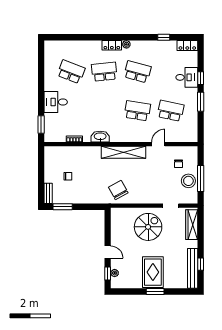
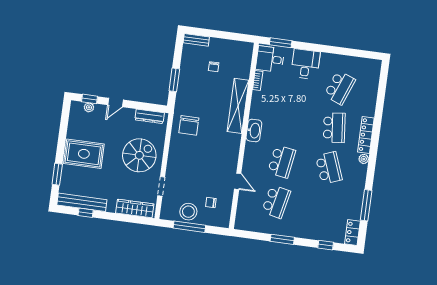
window: (164, 37) -> (366, 205), width x2.17
locker: (112, 45) -> (366, 135), width x1.53
school desk: (137, 72) -> (329, 168), turned -36
desk: (187, 77) -> (270, 59), moved, turned 90
window: (201, 78) -> (326, 245), moved
washbasin: (100, 137) -> (254, 130), moved
shelving: (123, 152) -> (238, 106), moved
chair: (118, 190) -> (189, 125), turned 119
window: (63, 207) -> (174, 80), moved
dresser: (115, 223) -> (150, 116), added
spiral stairs: (148, 227) -> (139, 155), turned -90
window: (155, 291) -> (57, 174), moved

